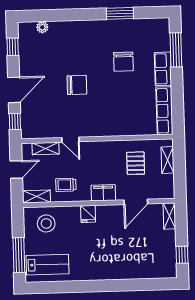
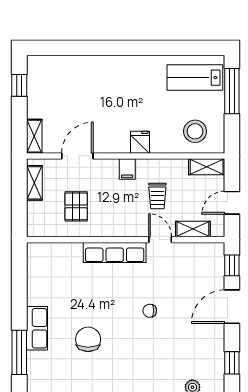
chair: (77, 85) -> (150, 311), width x0.54, depth x0.54
row of seats: (164, 111) -> (115, 252), moved, turned 90
shelving: (168, 160) -> (34, 183), moved
trolley: (66, 185) -> (157, 196), moved, turned 90
filing cabinet: (103, 193) -> (127, 169), width x0.50

